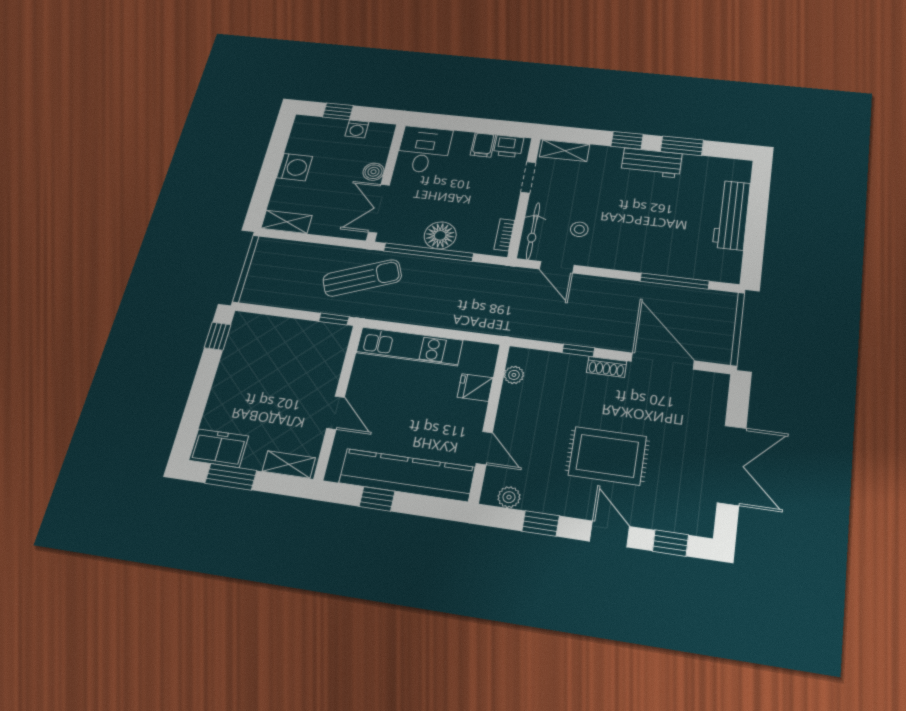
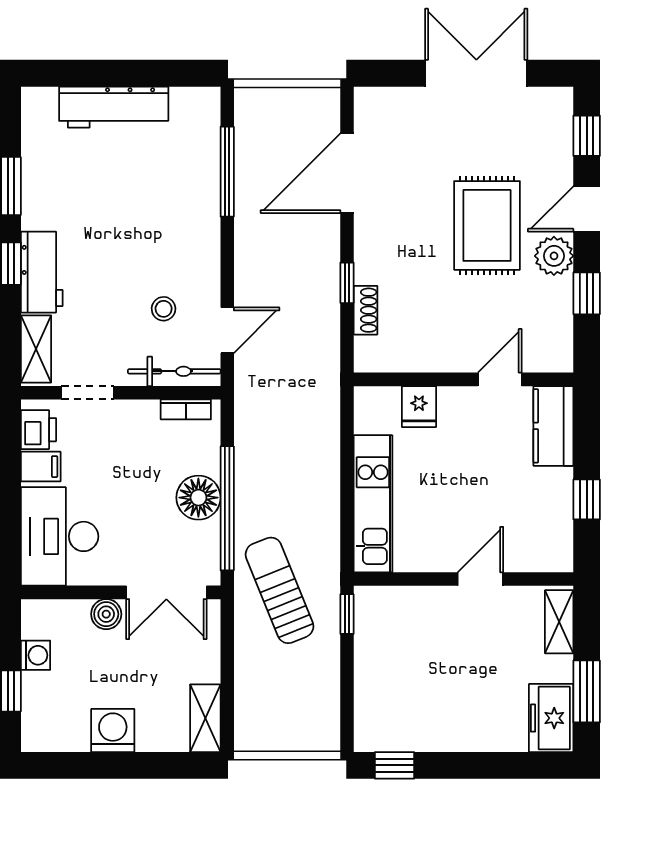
desk: (424, 150) -> (60, 536), width x1.37
workbench: (652, 163) -> (42, 272), moved
shoe rack: (607, 367) -> (366, 310), moved
plant: (514, 375) -> (394, 360), removed
kitchen counter: (407, 475) -> (553, 426), width x0.48, depth x0.86
plant: (509, 497) -> (554, 256), moved, width x1.38, depth x1.38

